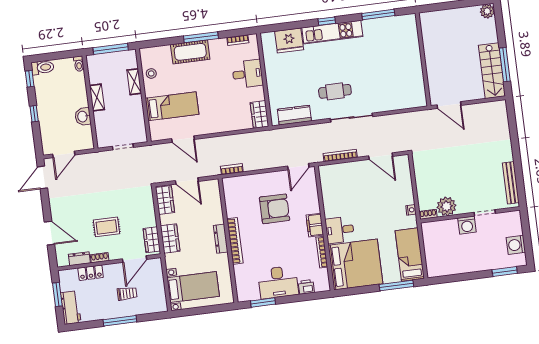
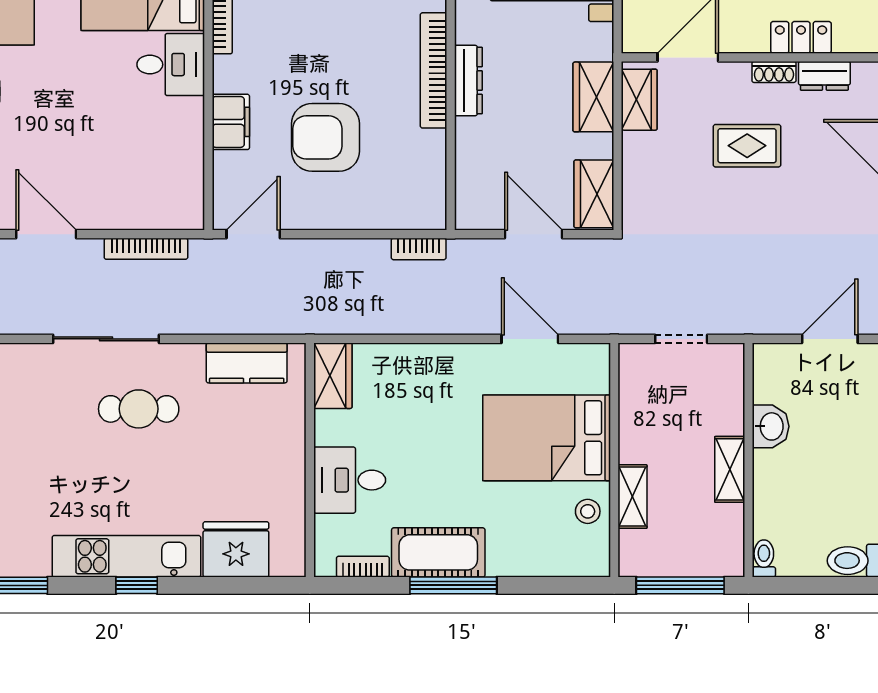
cot: (190, 52) -> (438, 552), moved
bed: (172, 106) -> (547, 438), width x1.50
filing cabinet: (315, 225) -> (231, 122), moved

